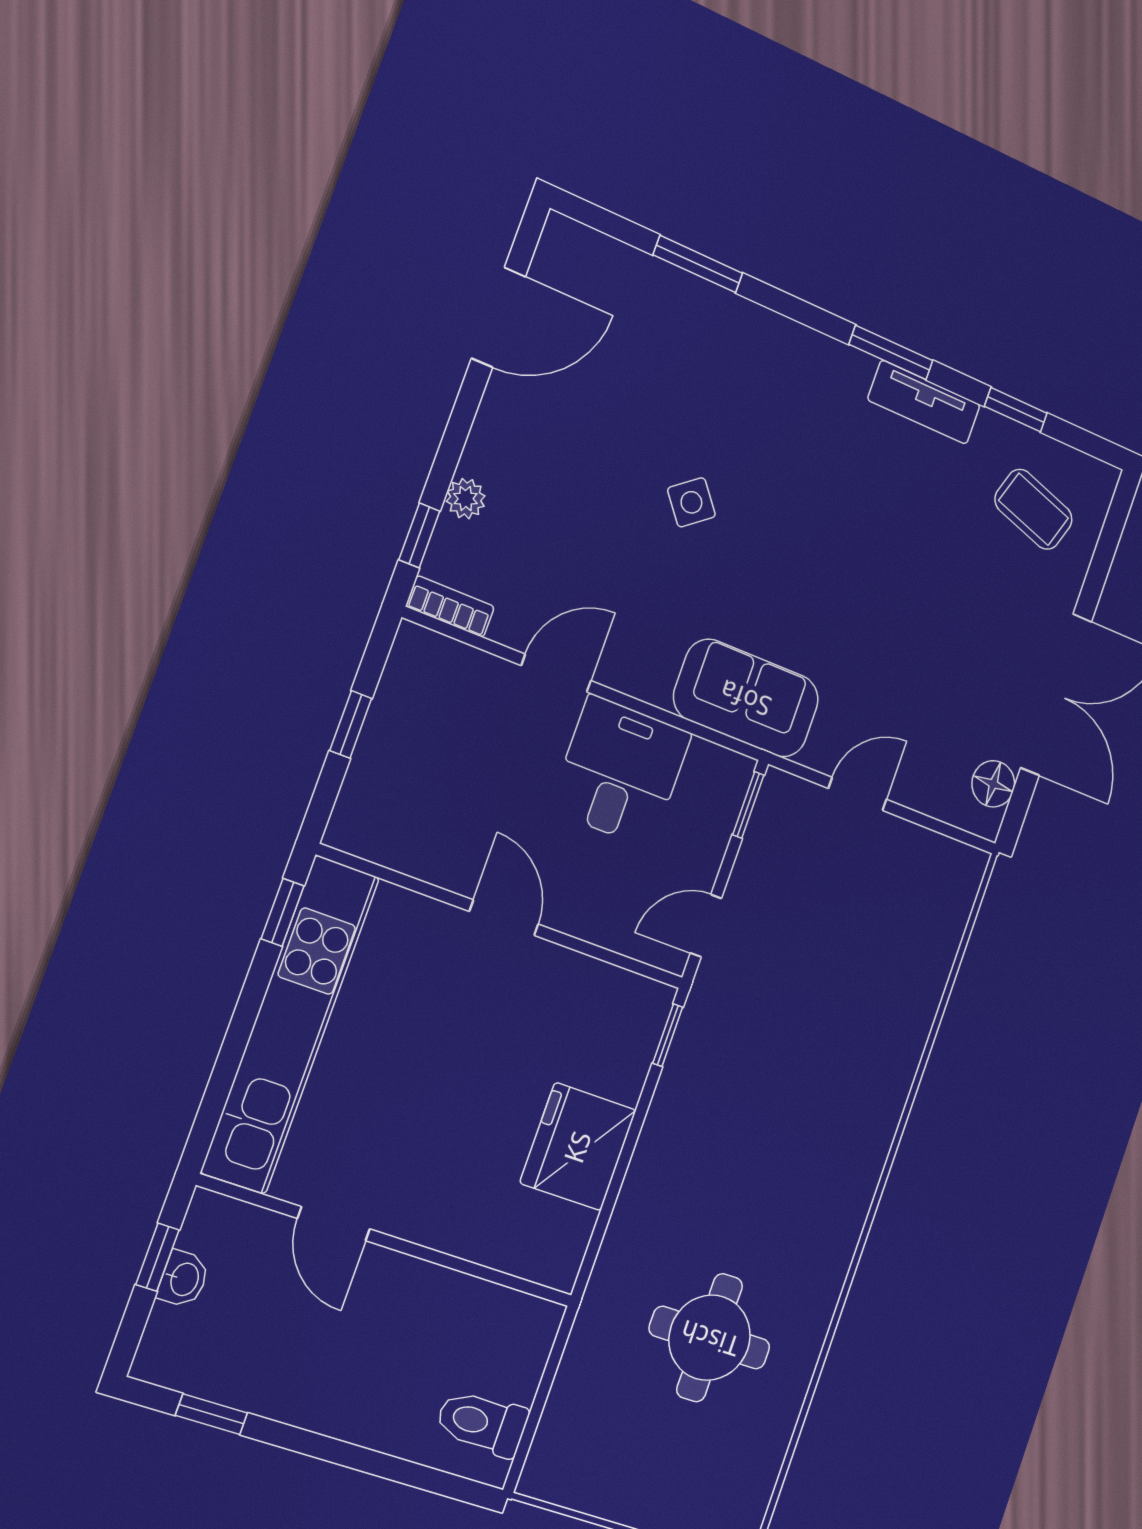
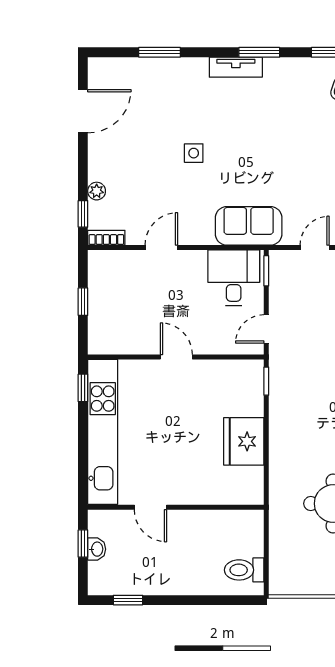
tv unit: (924, 402) -> (236, 67), moved
side table: (691, 502) -> (194, 153), turned 38
desk: (620, 771) -> (234, 278), moved

